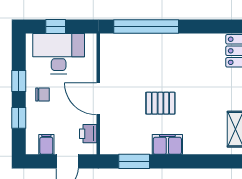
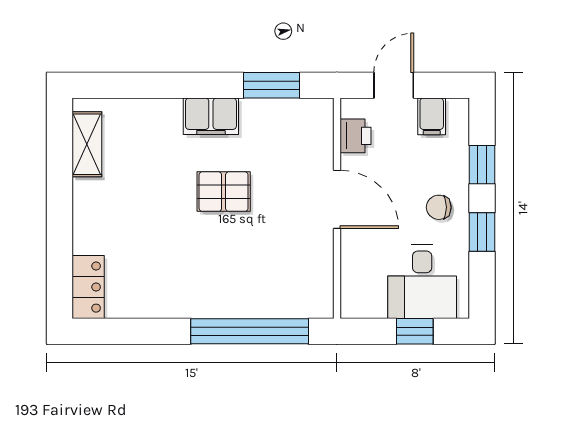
desk: (59, 54) -> (422, 282), width x0.73

